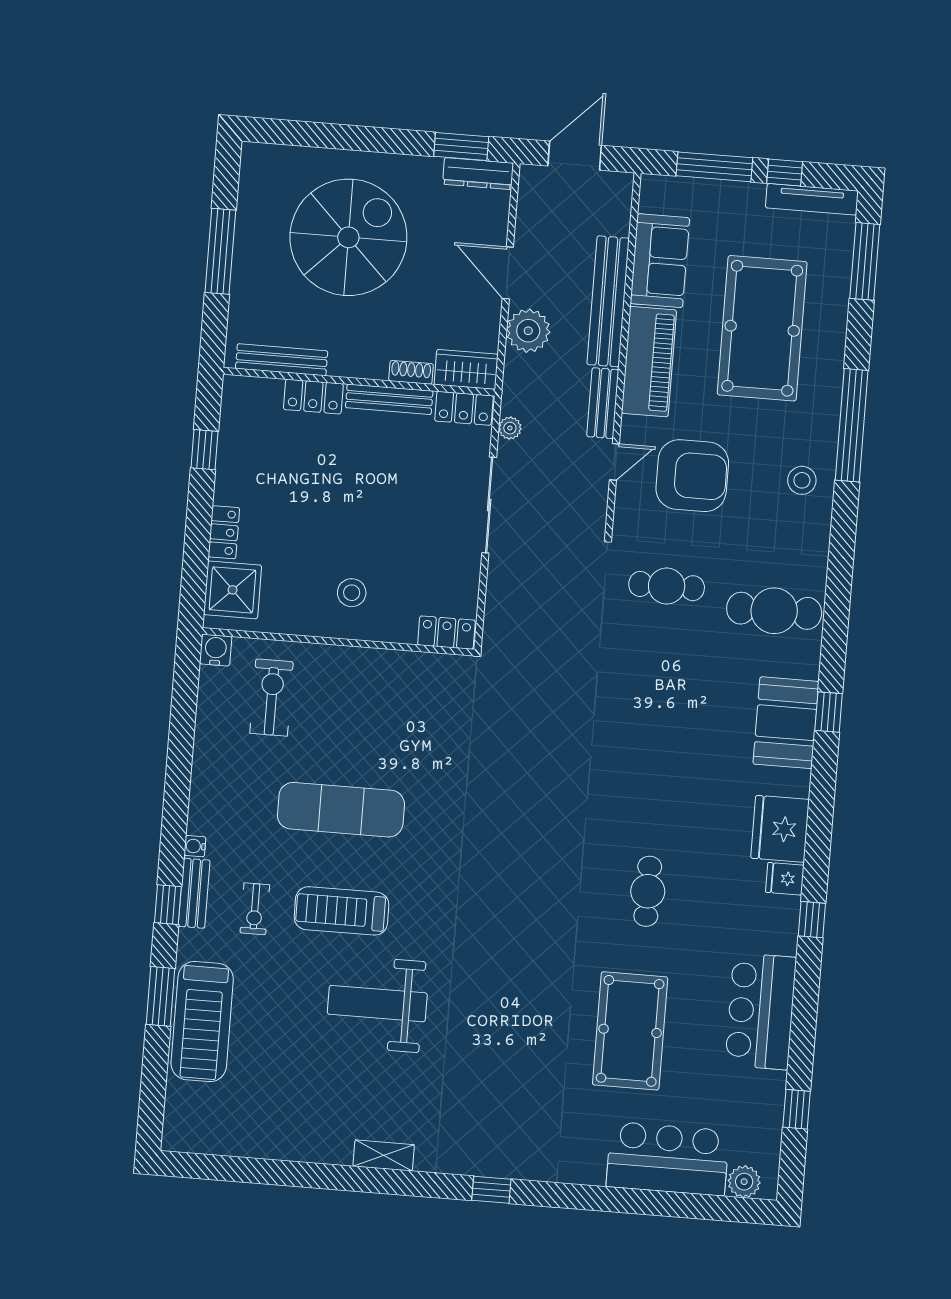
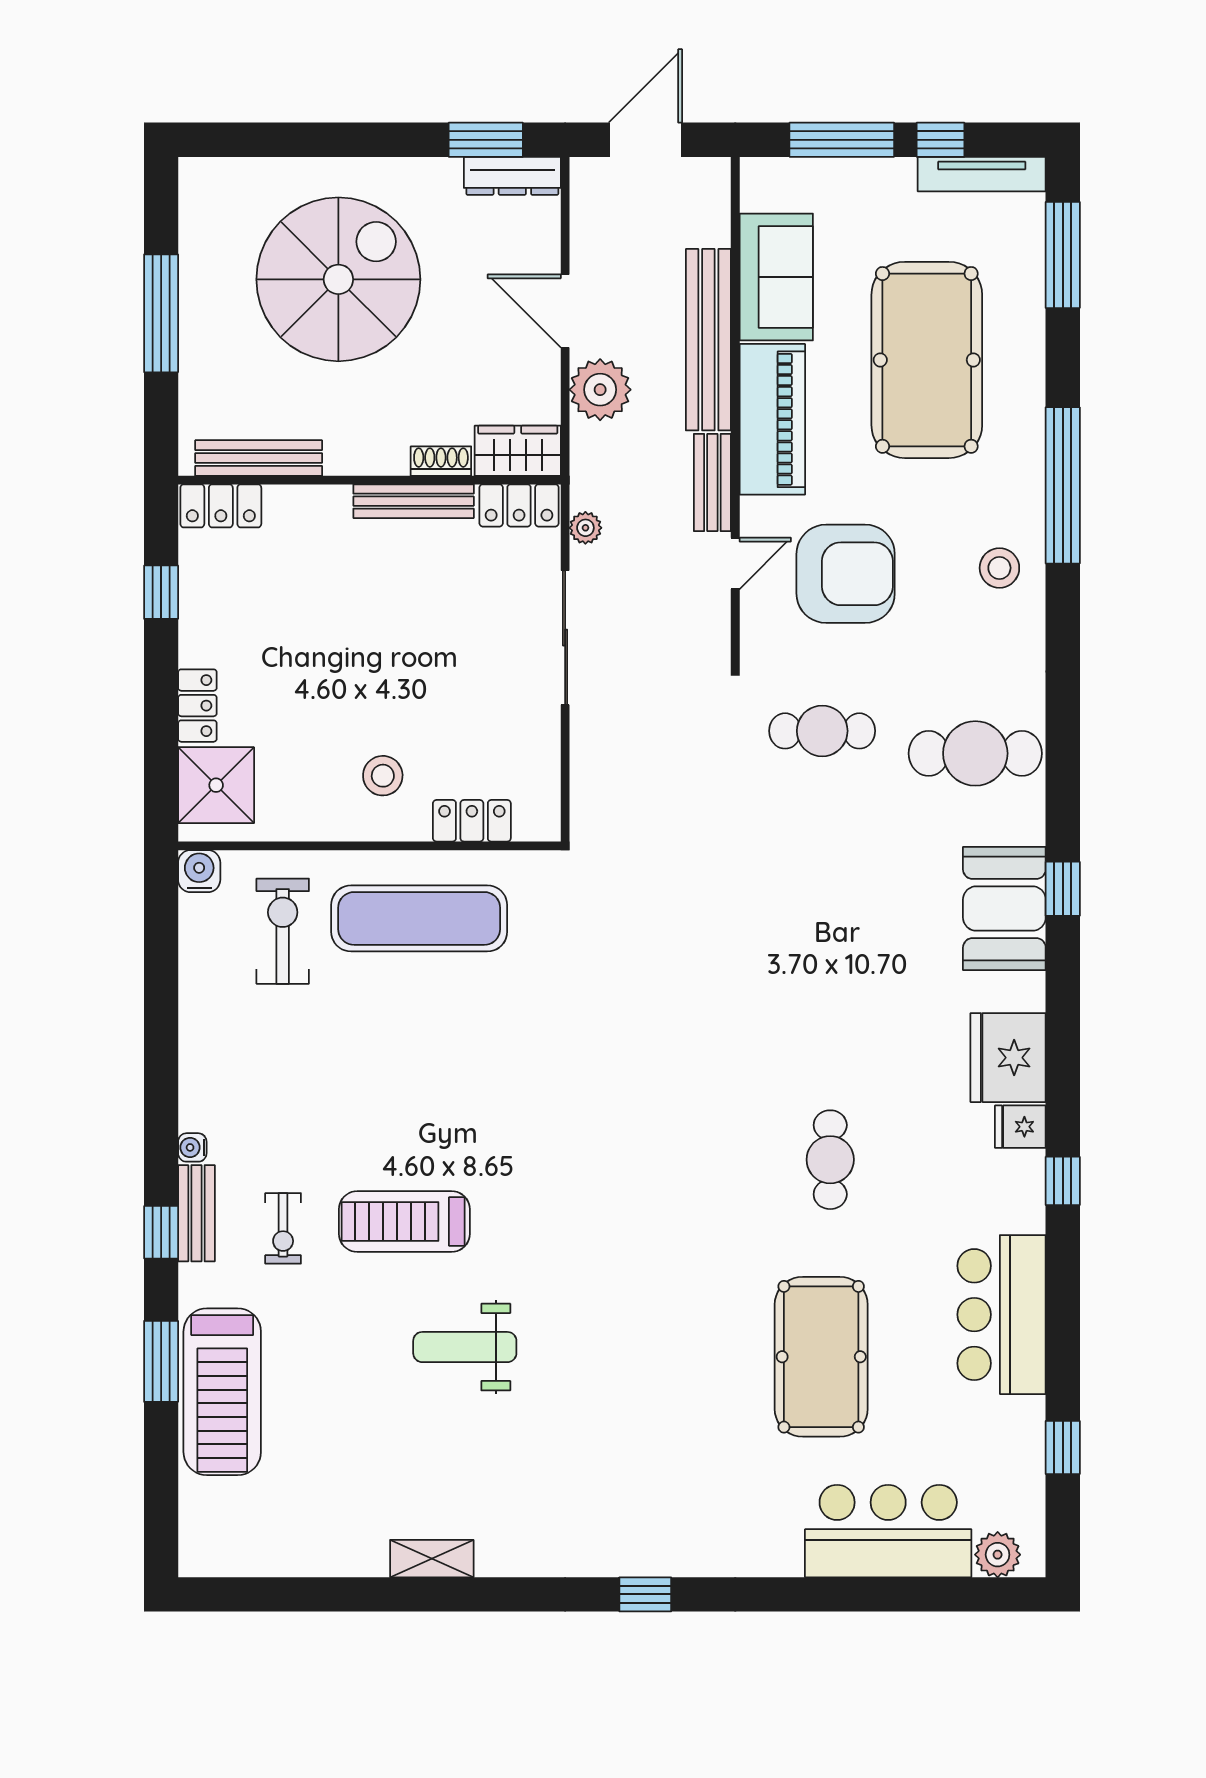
locker: (313, 397) -> (221, 506), moved
locker: (446, 633) -> (472, 821), moved
exercise mat: (341, 810) -> (419, 918), moved
weight bench: (377, 1004) -> (465, 1347), width x0.73, depth x0.75
shelving: (384, 1155) -> (432, 1559), moved

